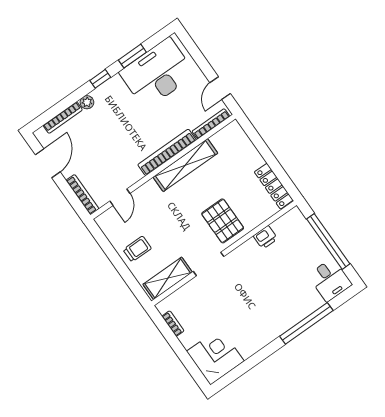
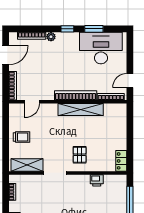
locker: (274, 186) -> (121, 161), width x0.66
pallet: (223, 221) -> (80, 155), width x0.67, depth x0.71

